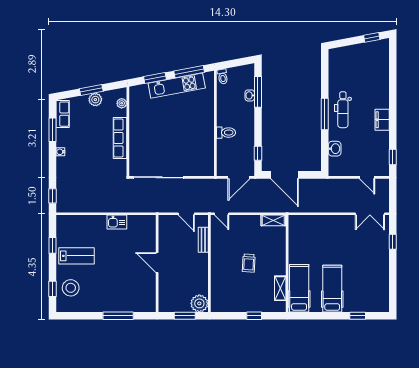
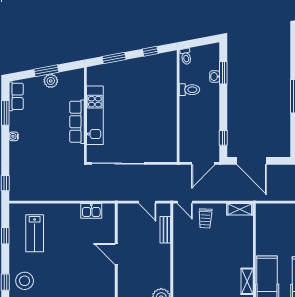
window: (189, 72) -> (150, 51), width x0.46
kitchen unit: (177, 86) -> (95, 115), moved, turned -79
window: (258, 92) -> (223, 73), width x0.69
plant: (122, 103) -> (79, 85), removed
toilet: (226, 133) -> (190, 90), moved
kitchen sink: (117, 222) -> (91, 211), moved
lab bench: (76, 256) -> (35, 233), moved, turned 90
trolley: (249, 263) -> (205, 218), moved

